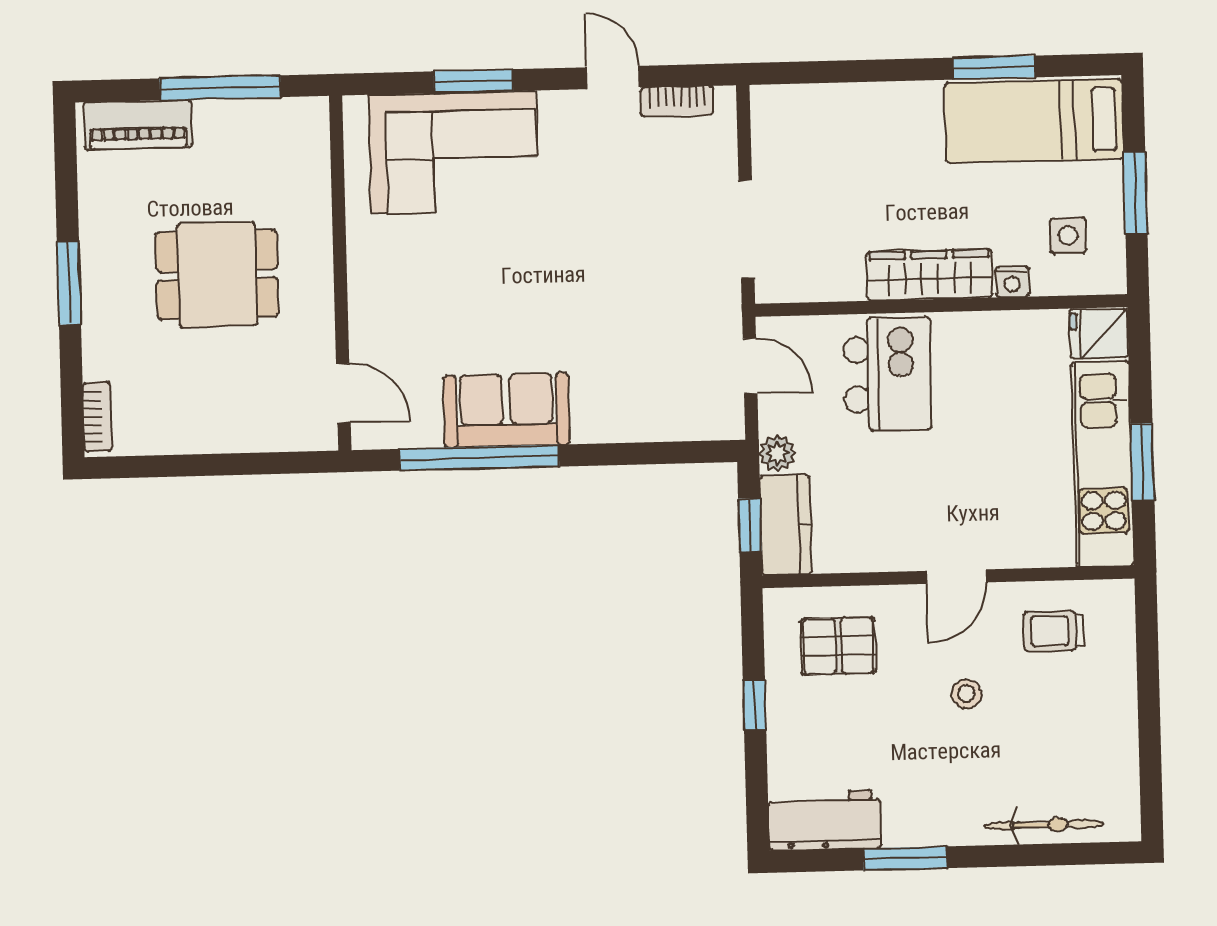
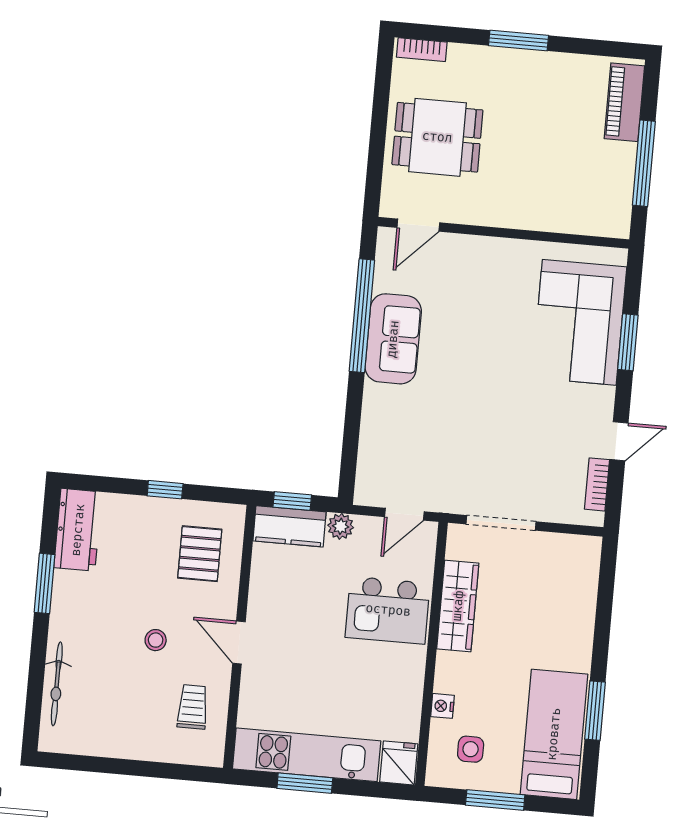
dining table: (217, 275) -> (437, 137), moved, turned 90
wardrobe: (929, 275) -> (458, 606), moved

